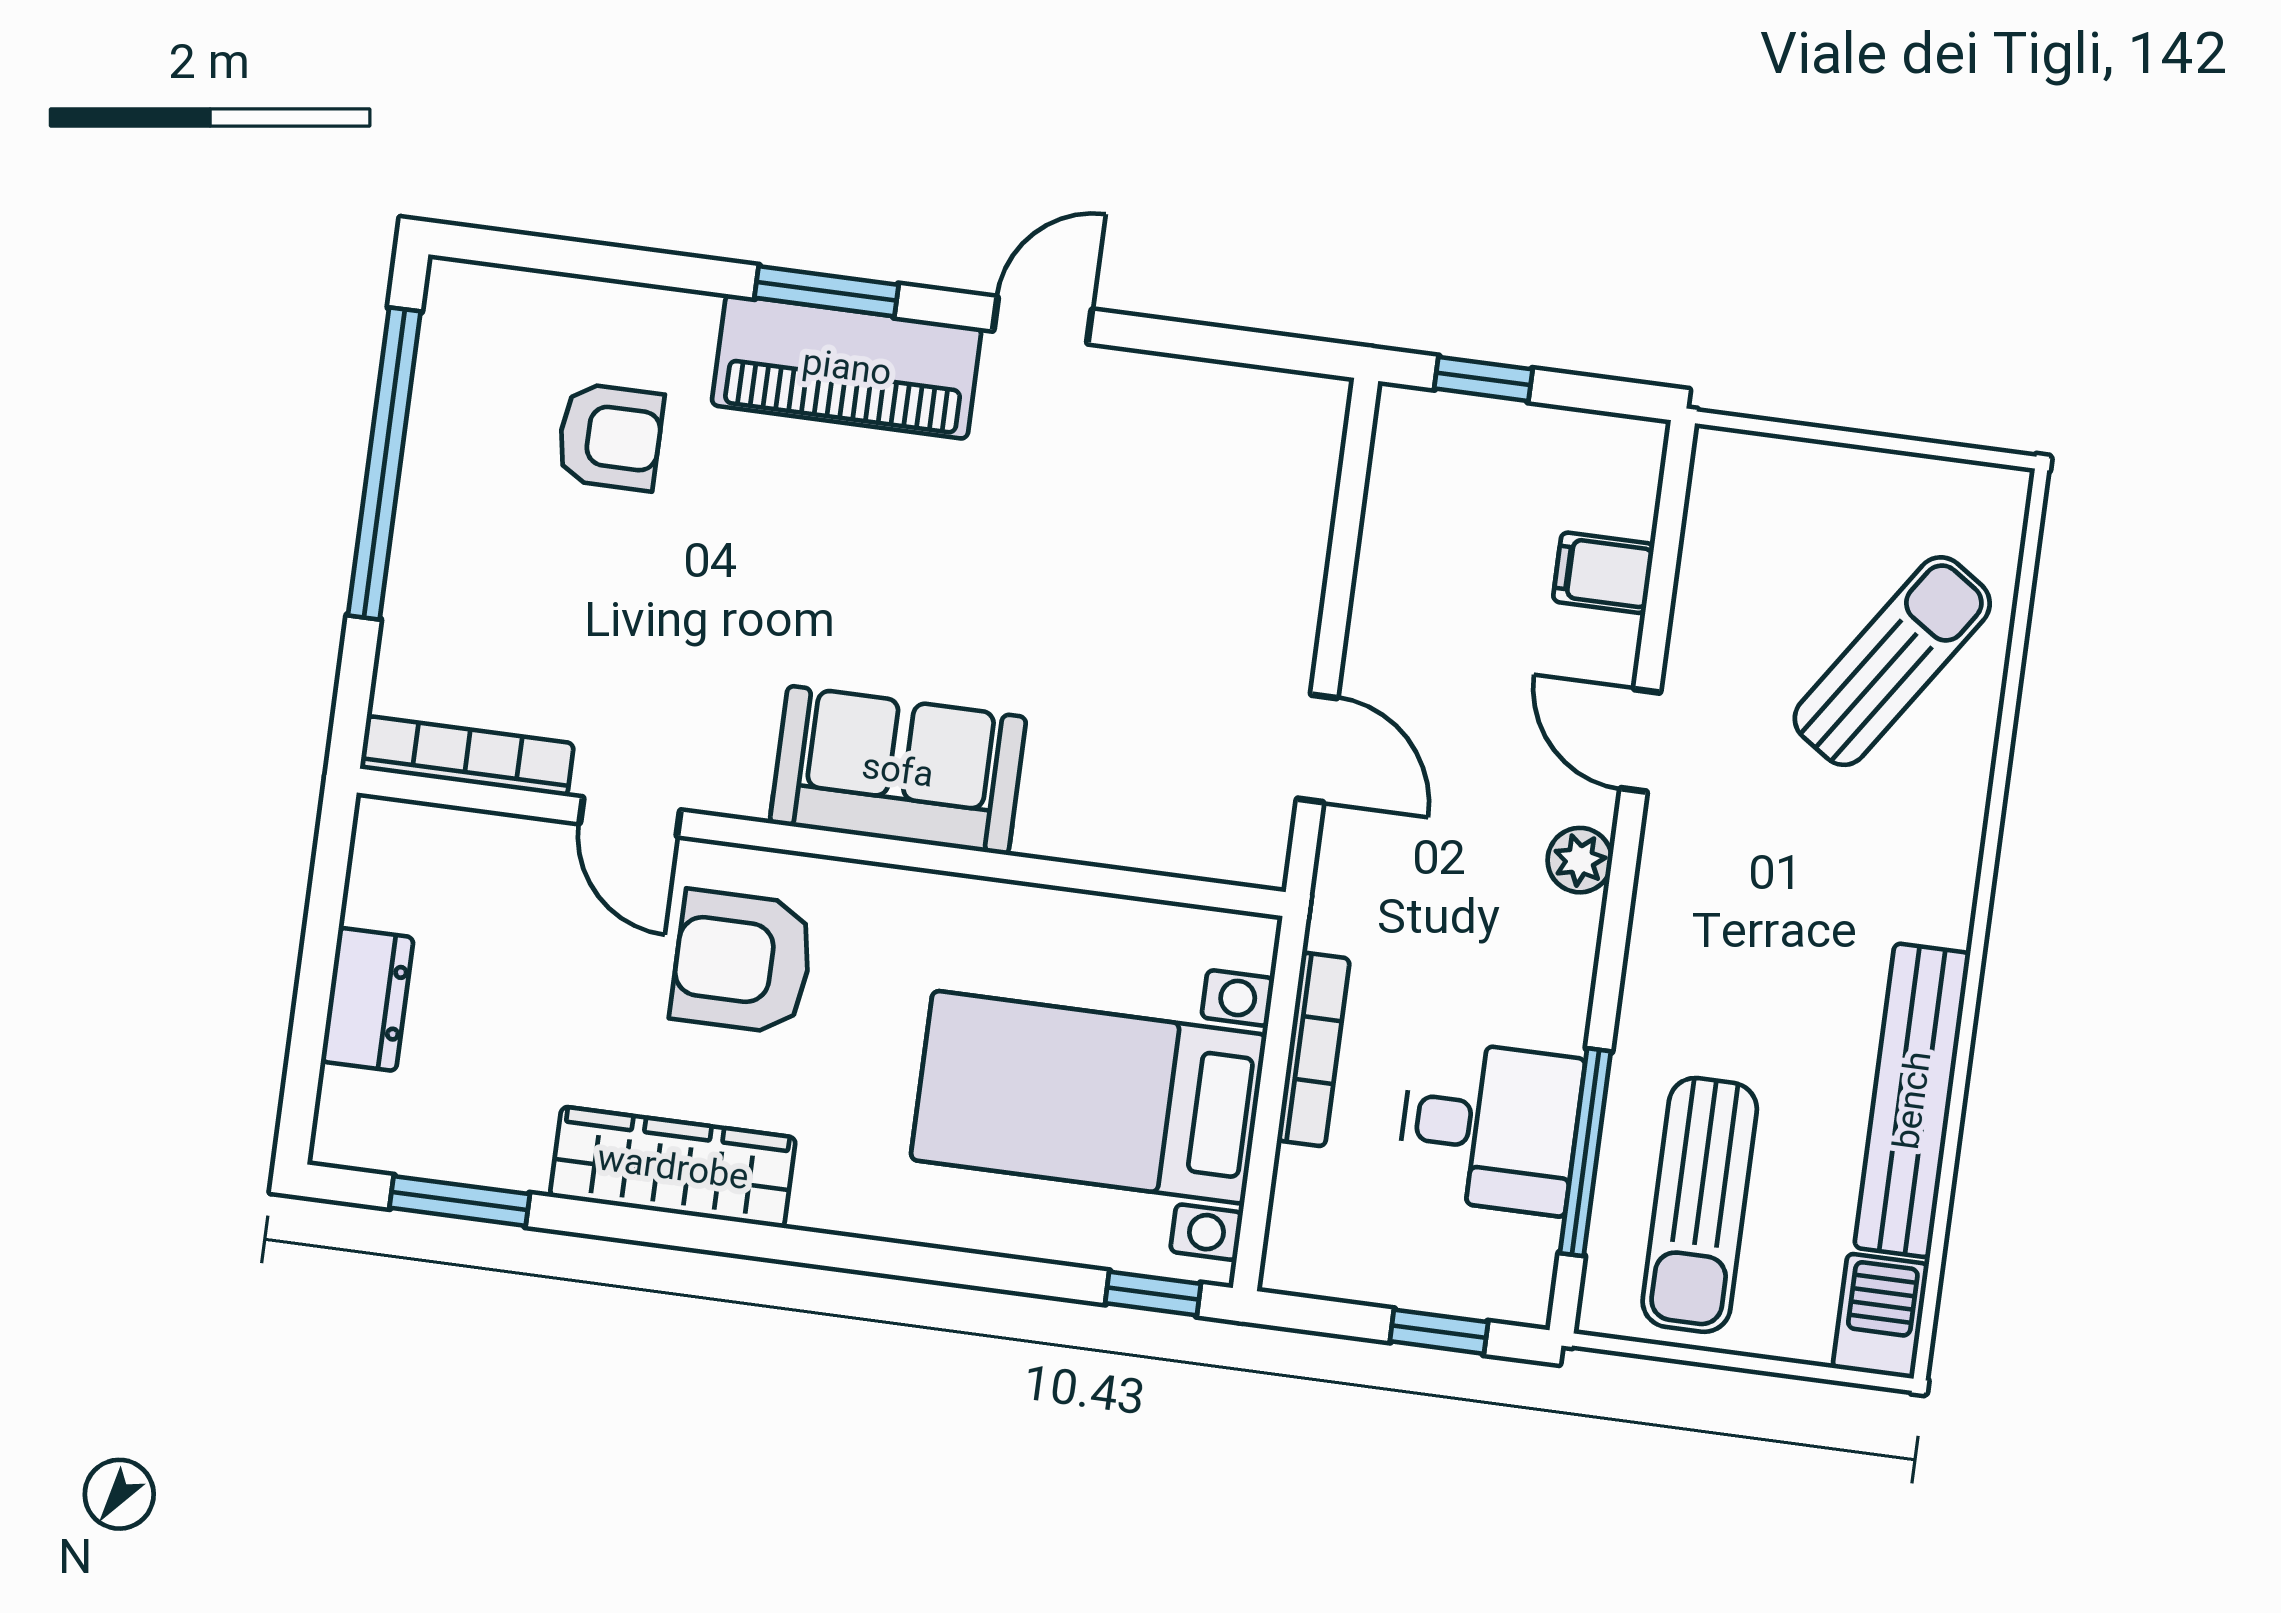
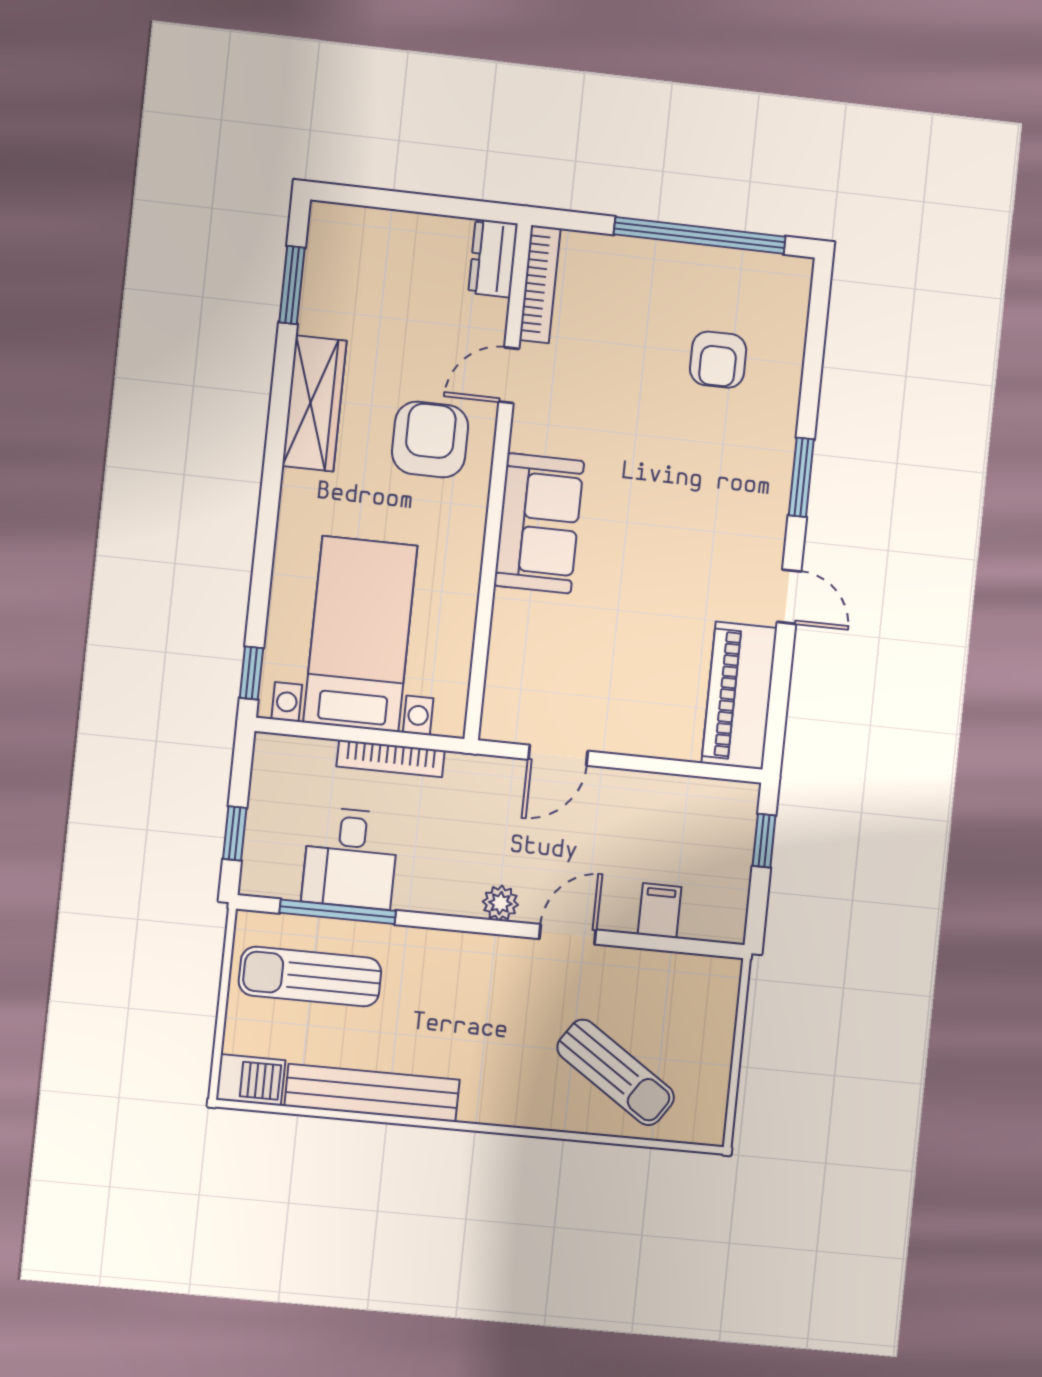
piano: (847, 367) -> (739, 695), moved
dresser: (367, 999) -> (493, 258), moved, turned 90

